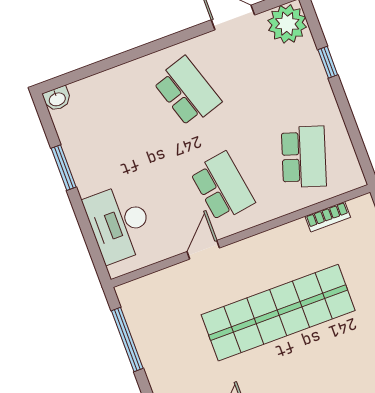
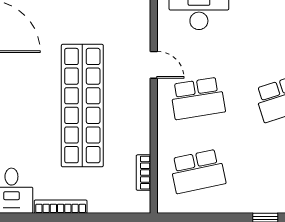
school desk: (304, 157) -> (198, 171), turned -30

